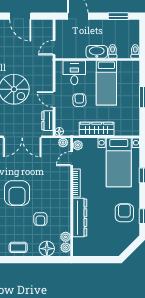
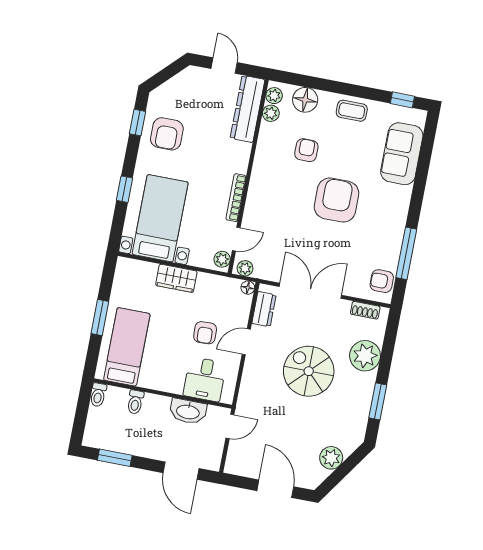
washbasin: (97, 52) -> (188, 411), moved
bed: (106, 83) -> (127, 347), moved
door: (54, 99) -> (246, 342), swing flipped
wardrobe: (97, 129) -> (176, 278), width x0.67
dresser: (80, 218) -> (248, 109), moved
door: (98, 260) -> (224, 66), added

